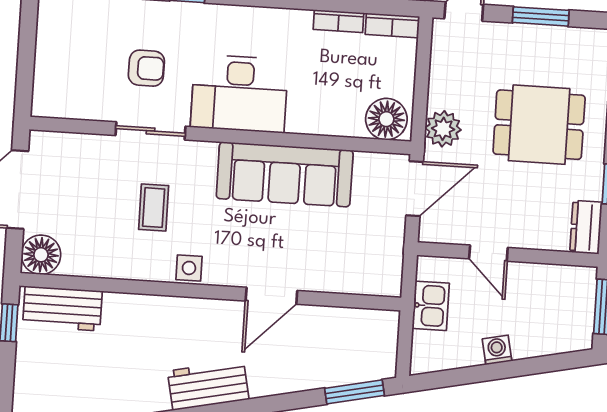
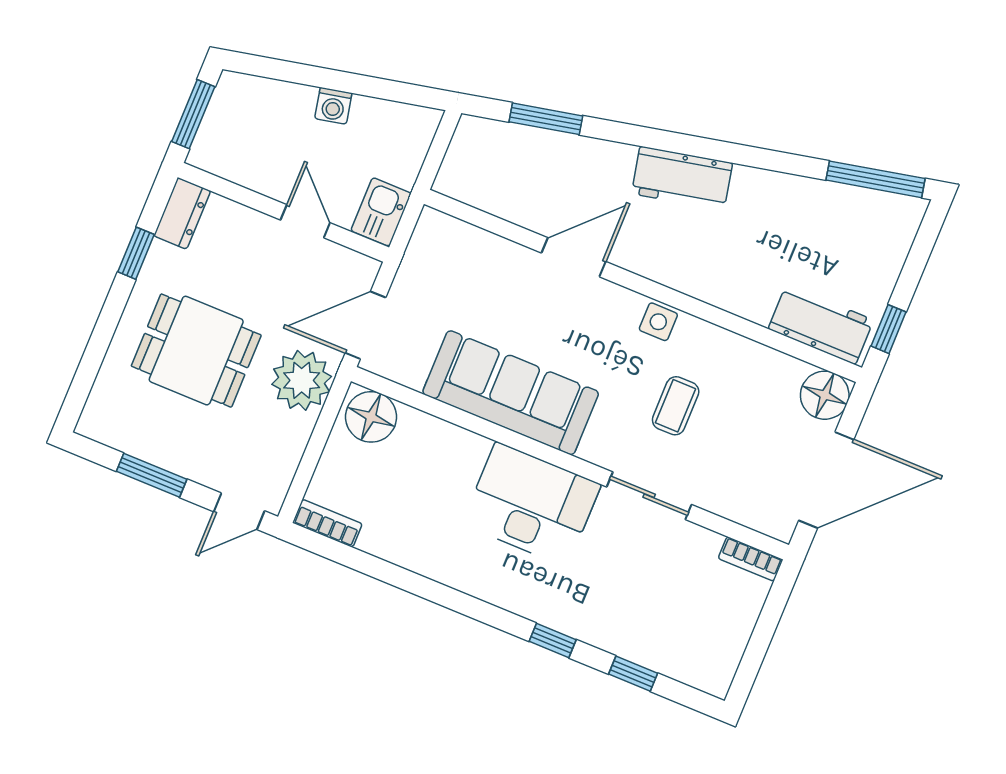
bookcase: (339, 21) -> (751, 559), moved, turned 180
armchair: (146, 68) -> (629, 570), removed
plant: (443, 129) -> (302, 380), width x1.36, depth x1.36
kitchen sink: (431, 306) -> (381, 212), moved
window: (355, 392) -> (546, 119), moved

